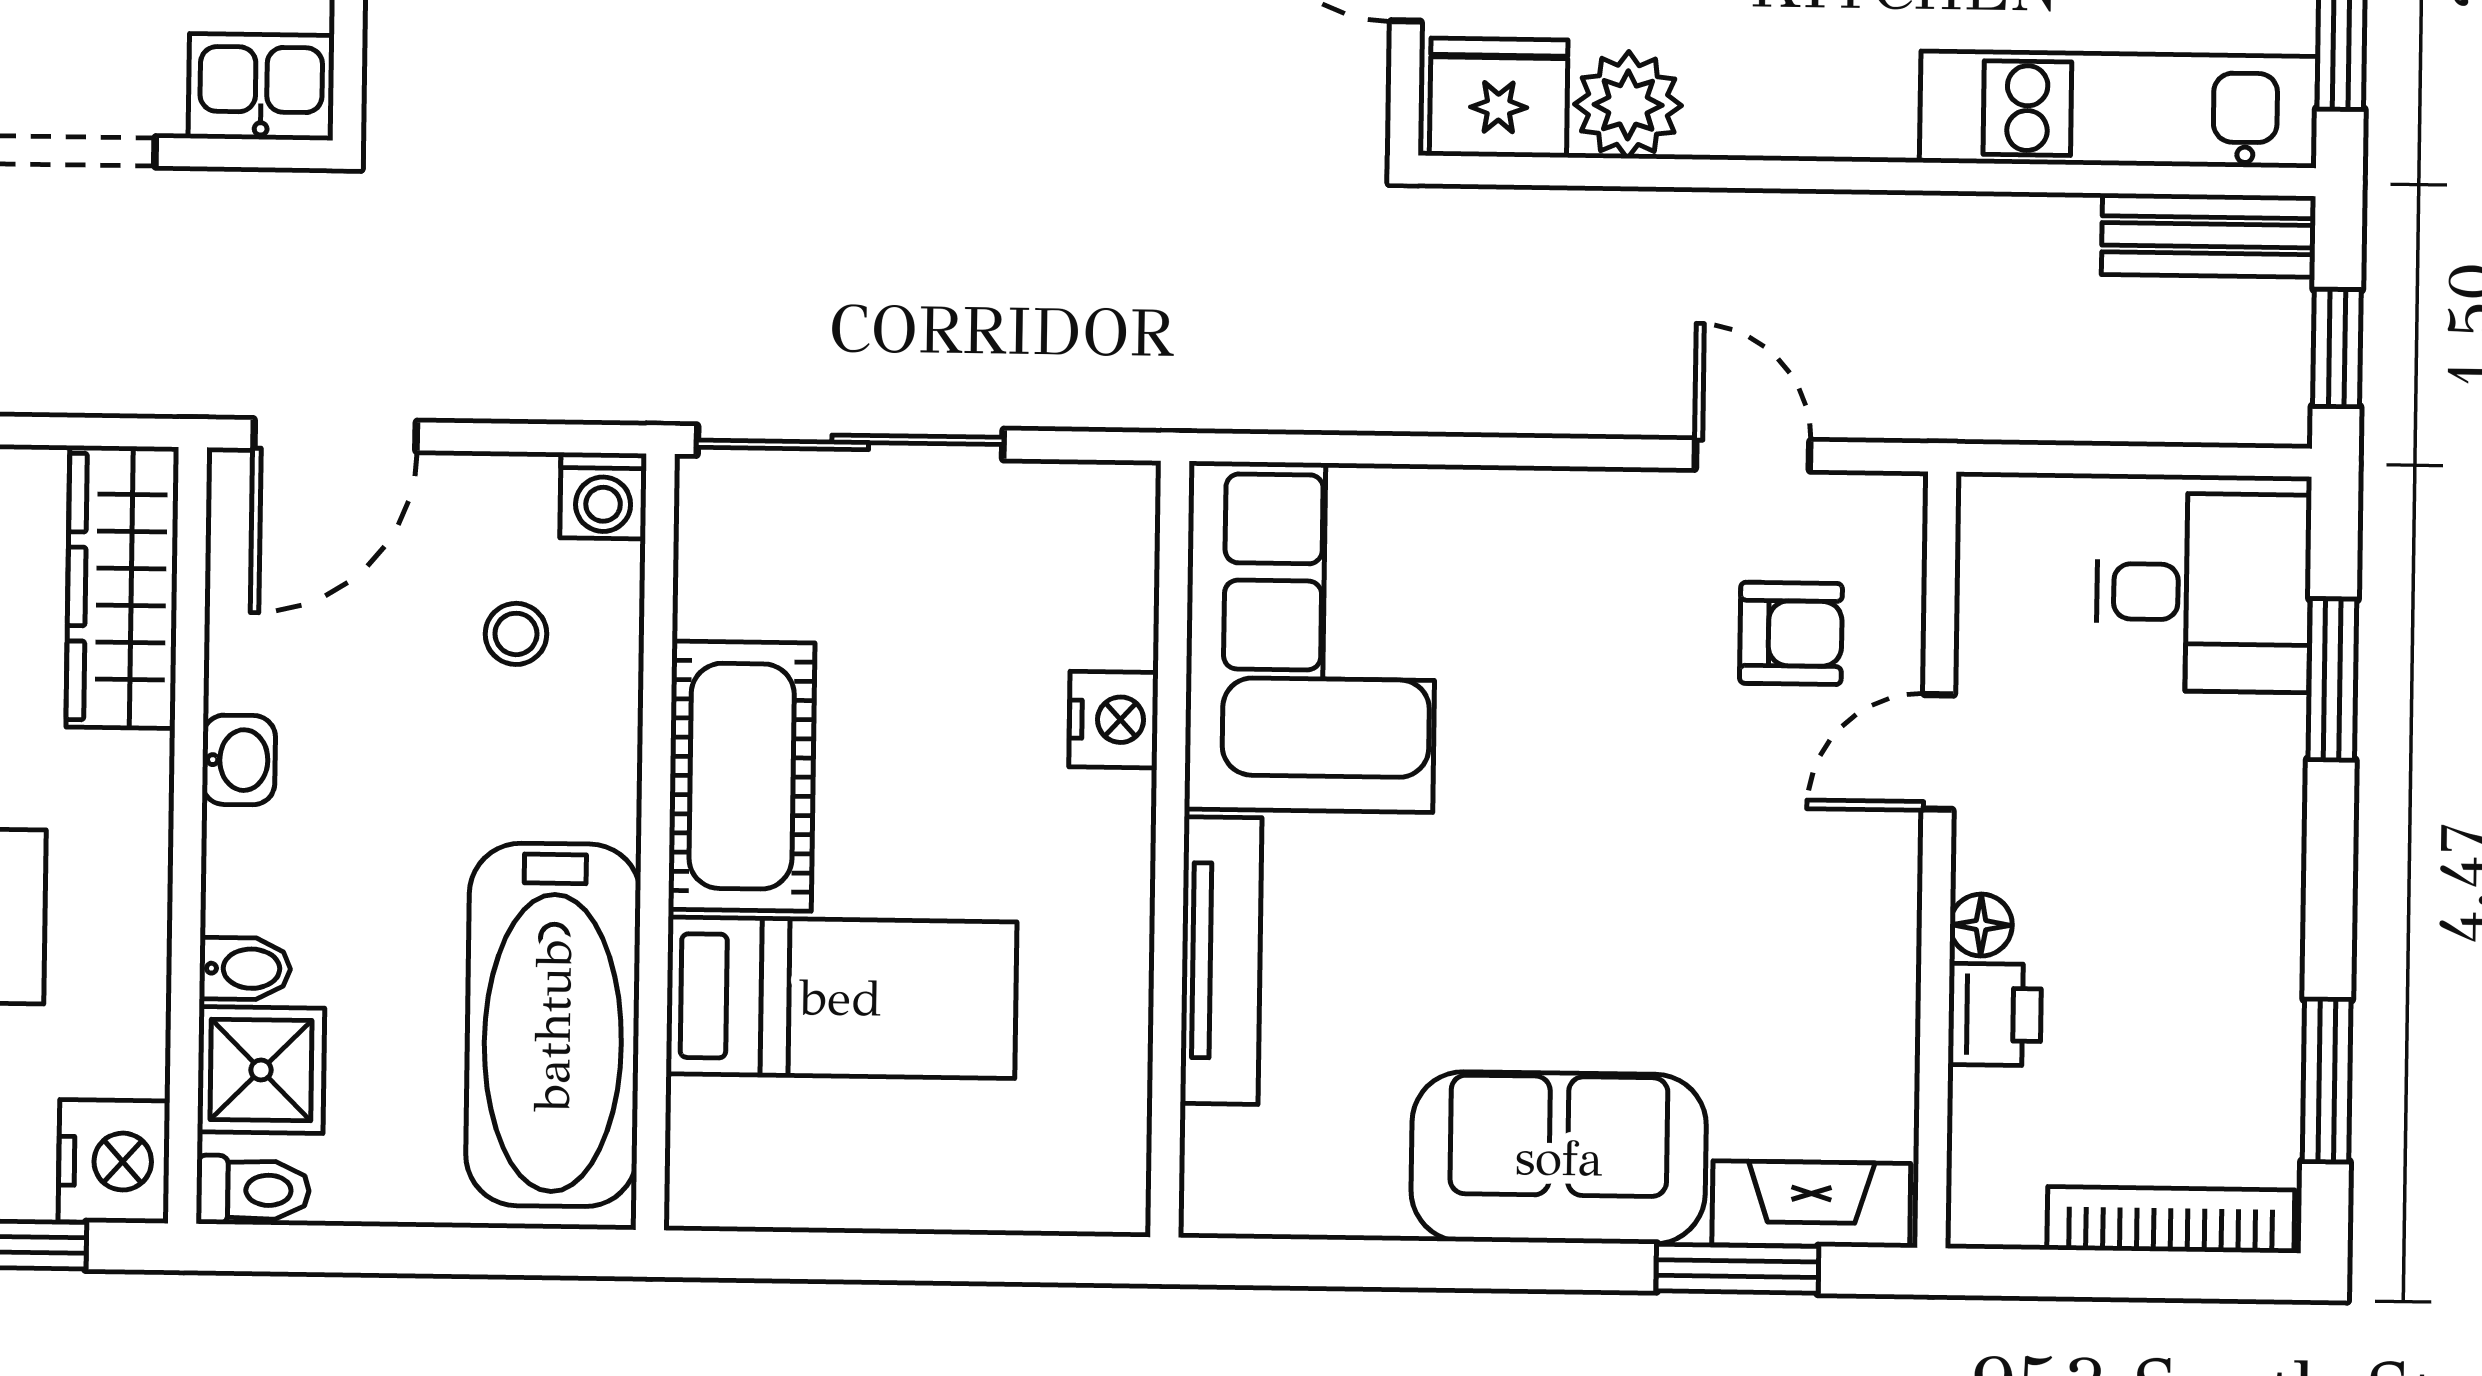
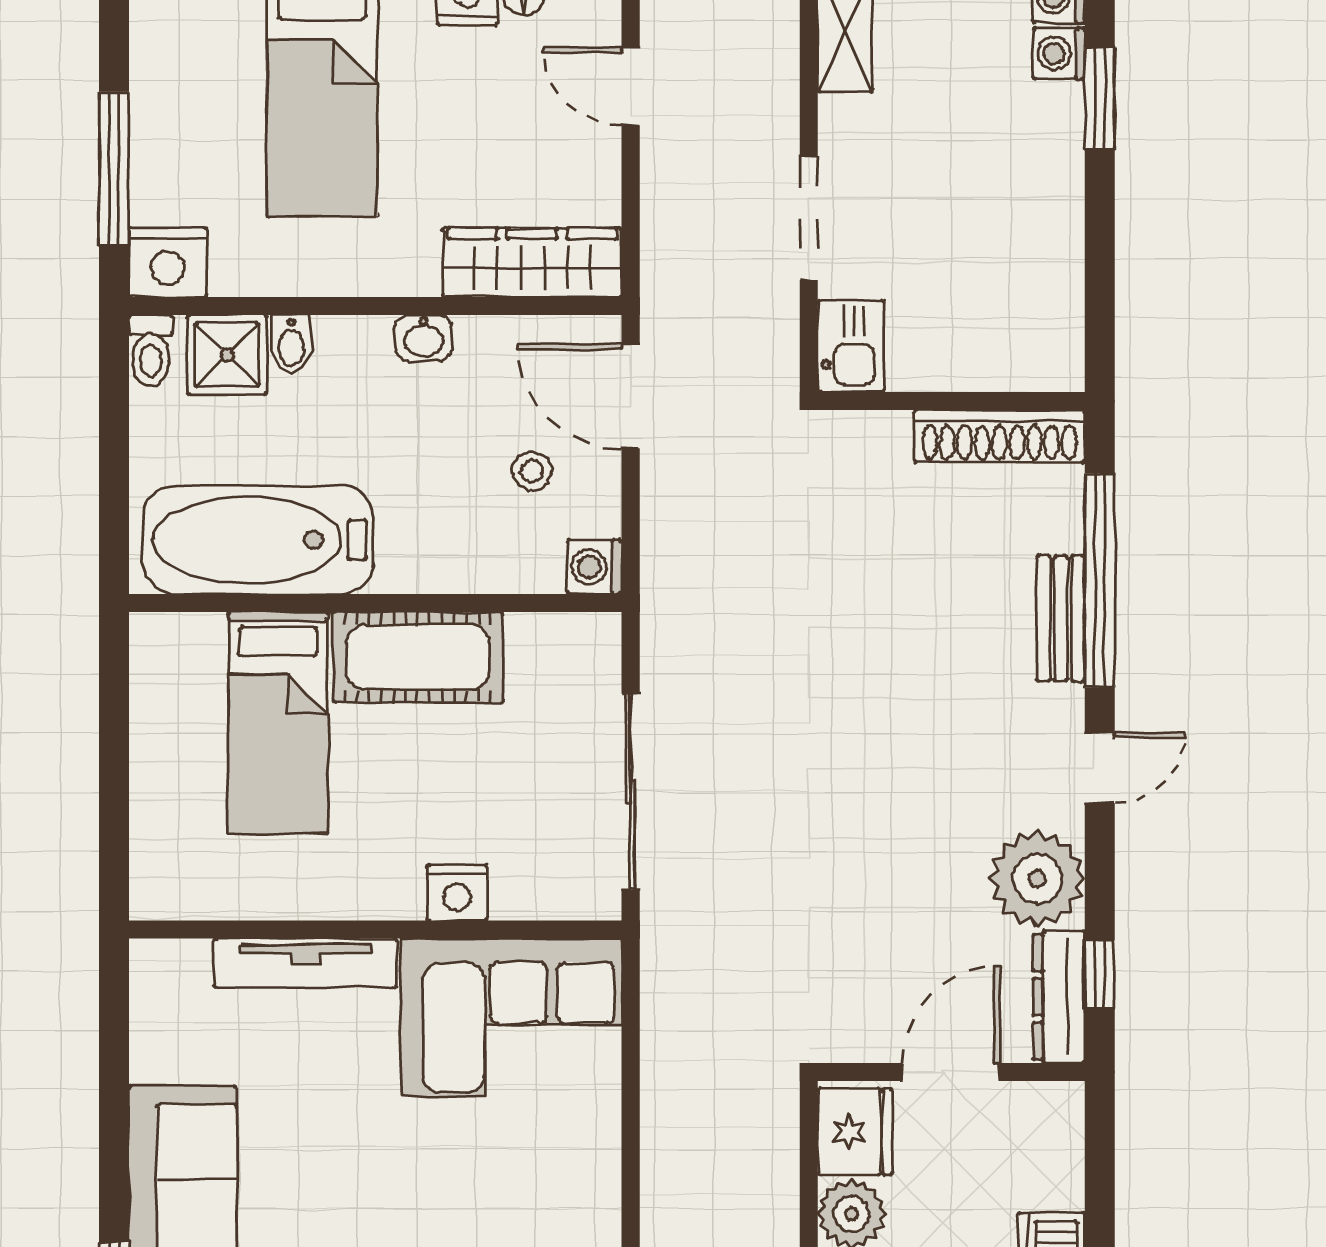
sliding door: (850, 442) -> (631, 791), moved
stool: (516, 634) -> (532, 471), moved

